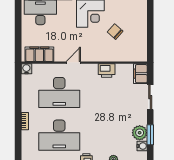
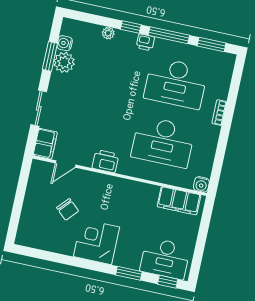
door: (73, 63) -> (66, 164), moved
printer: (107, 71) -> (105, 161), moved
desk: (59, 93) -> (163, 142), turned 180
desk: (59, 135) -> (176, 83), turned 180

